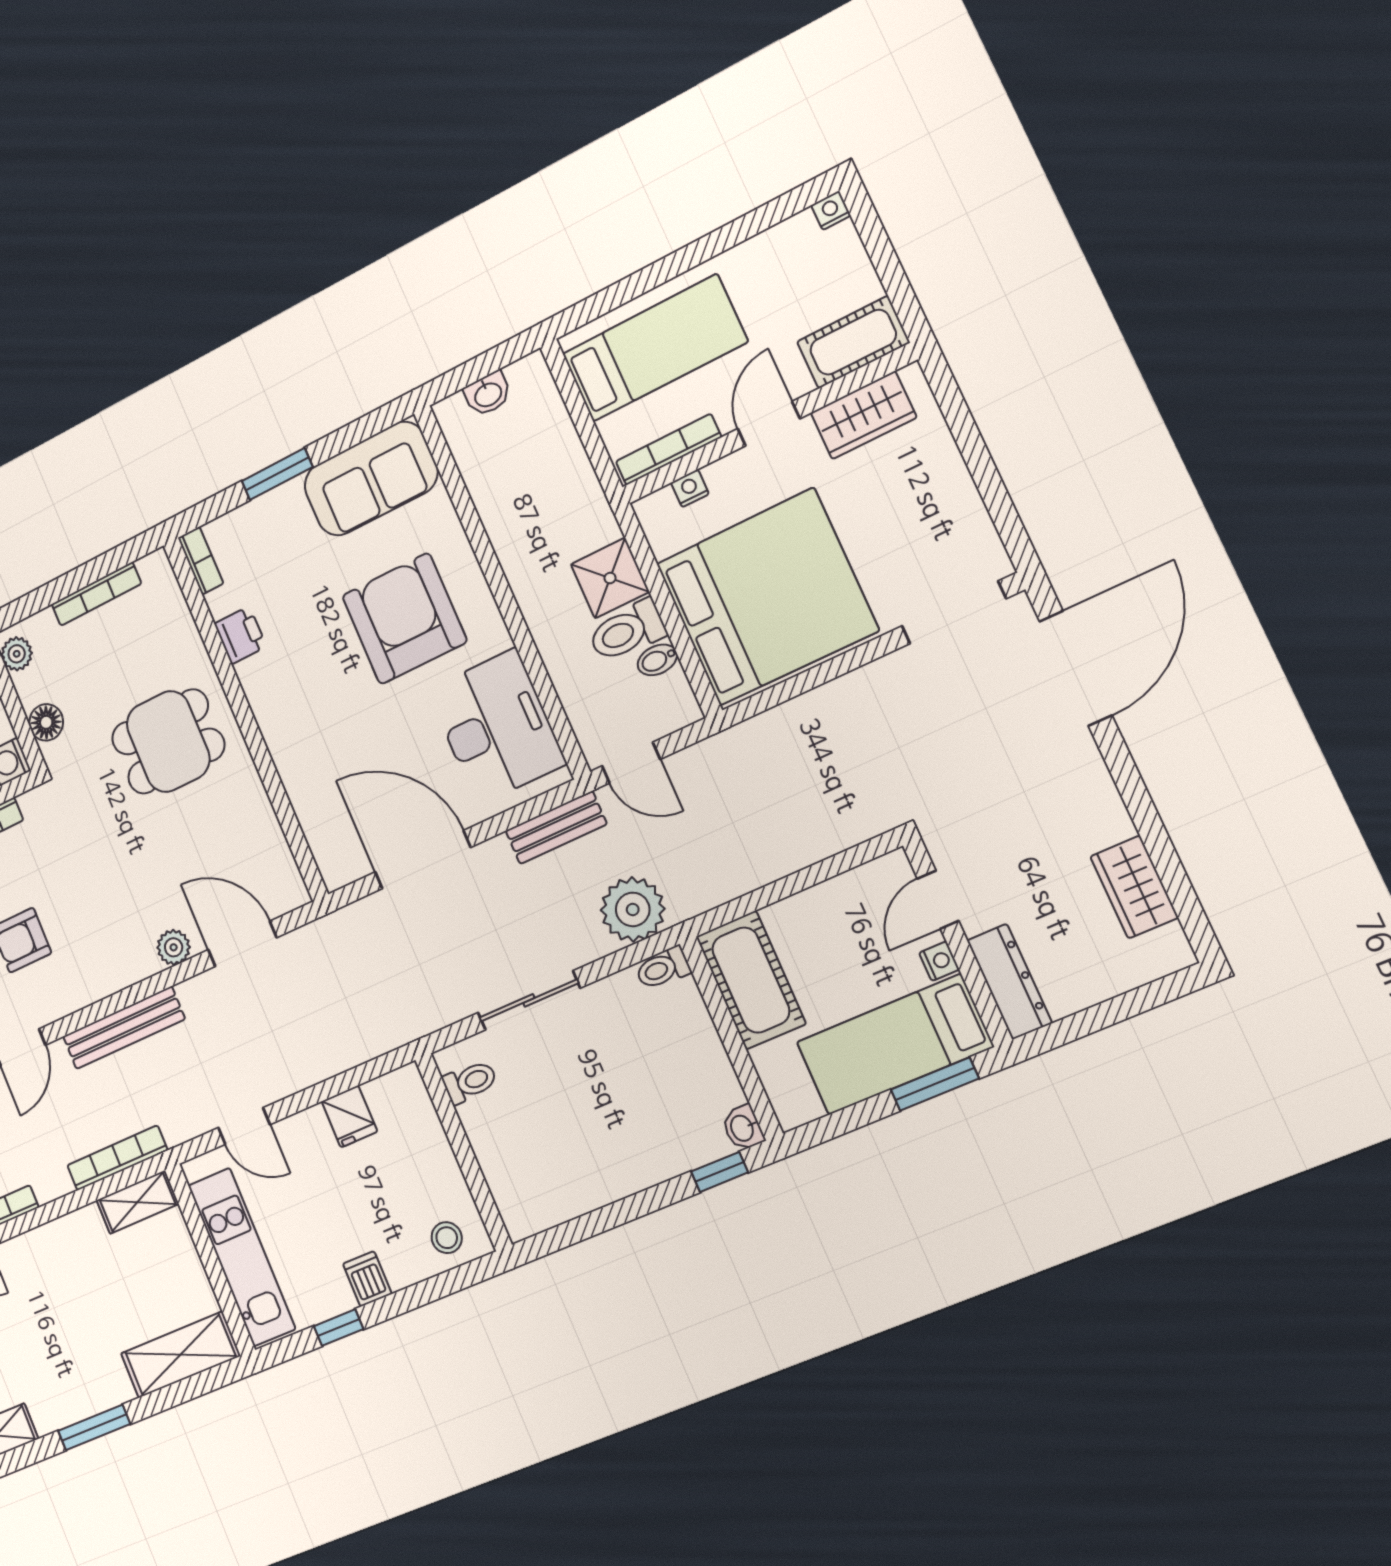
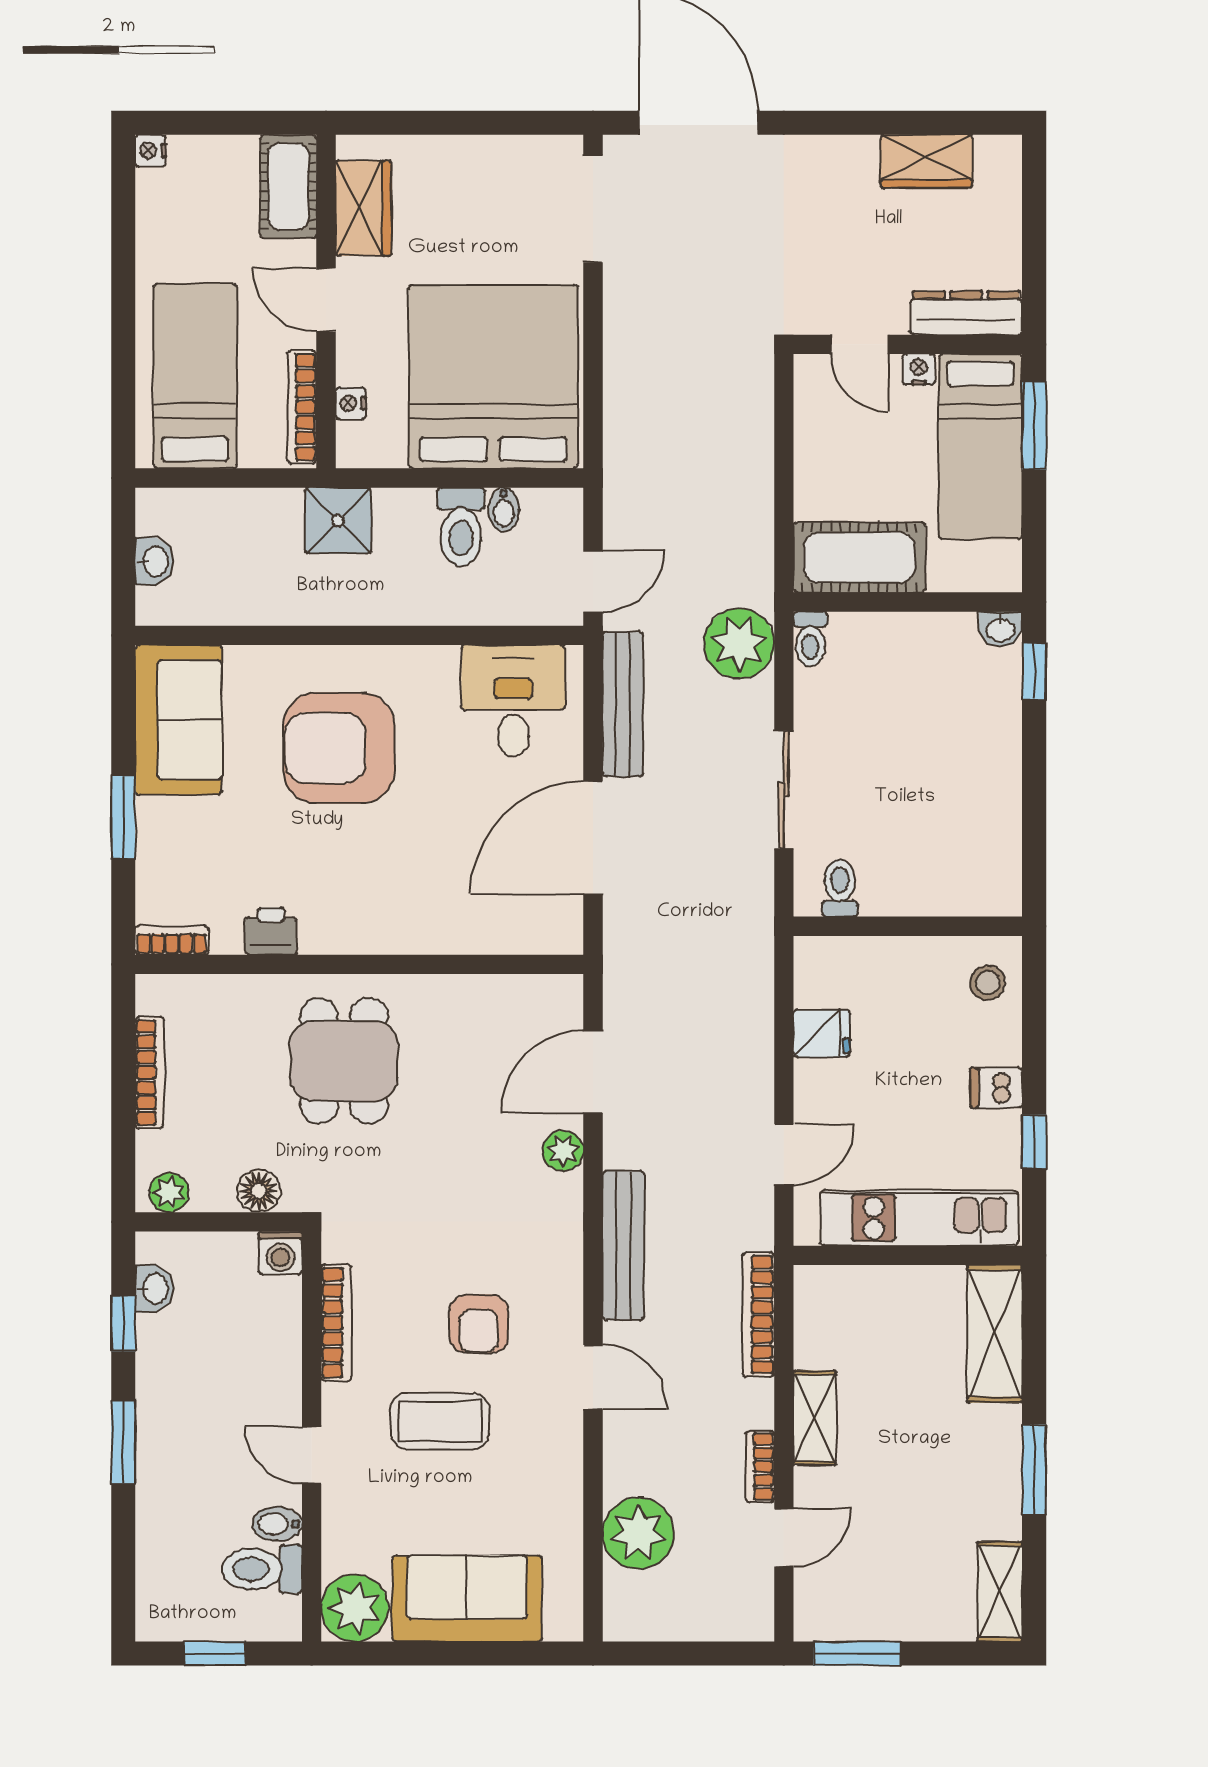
shower: (610, 578) -> (338, 521), moved
desk: (497, 727) -> (513, 701), width x0.73
bench: (556, 827) -> (623, 704), width x1.36
shelving: (138, 1202) -> (814, 1418), moved

